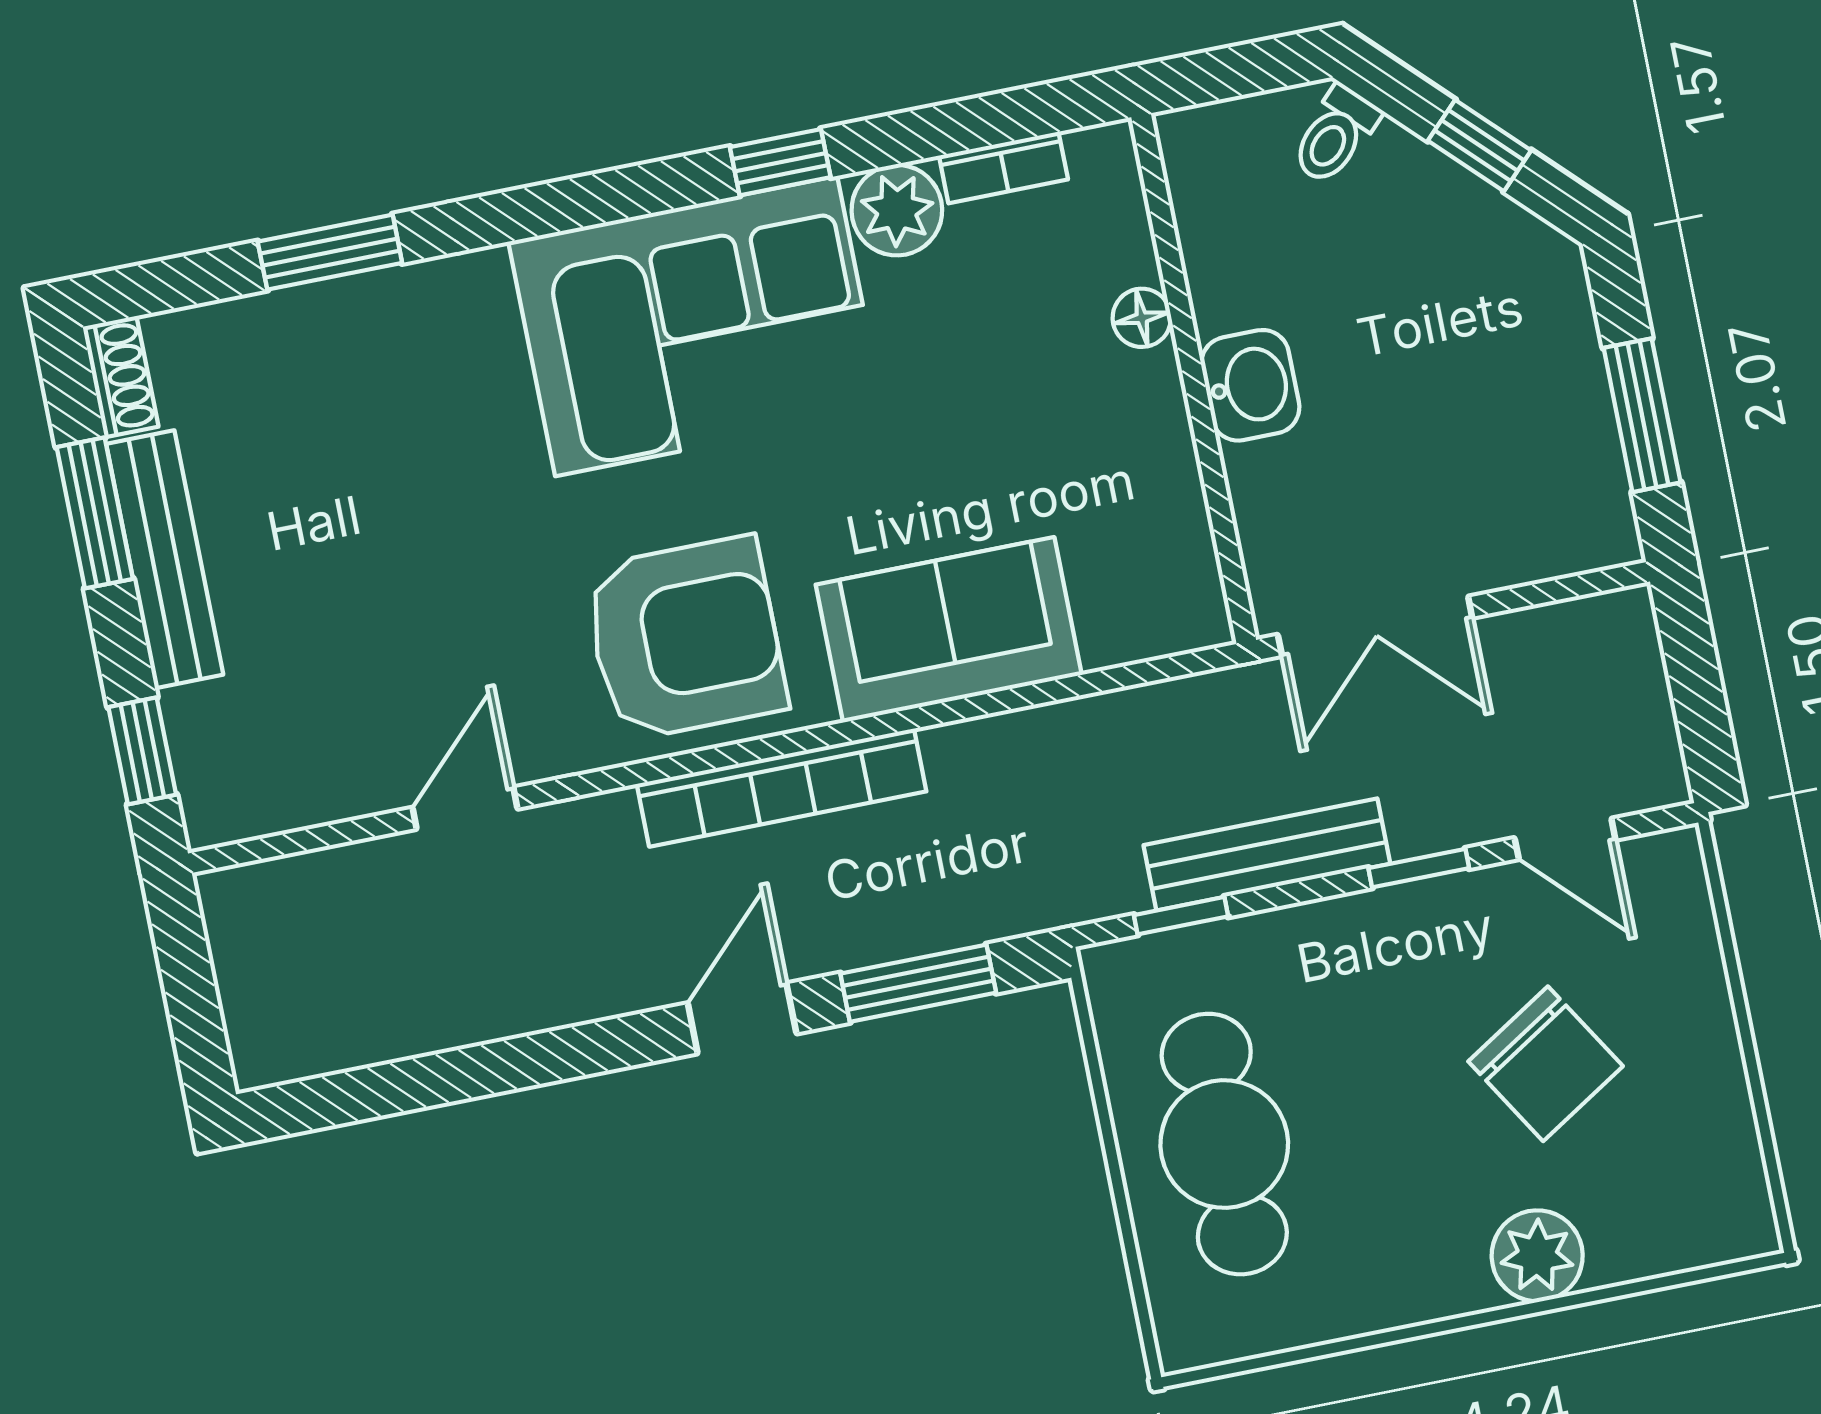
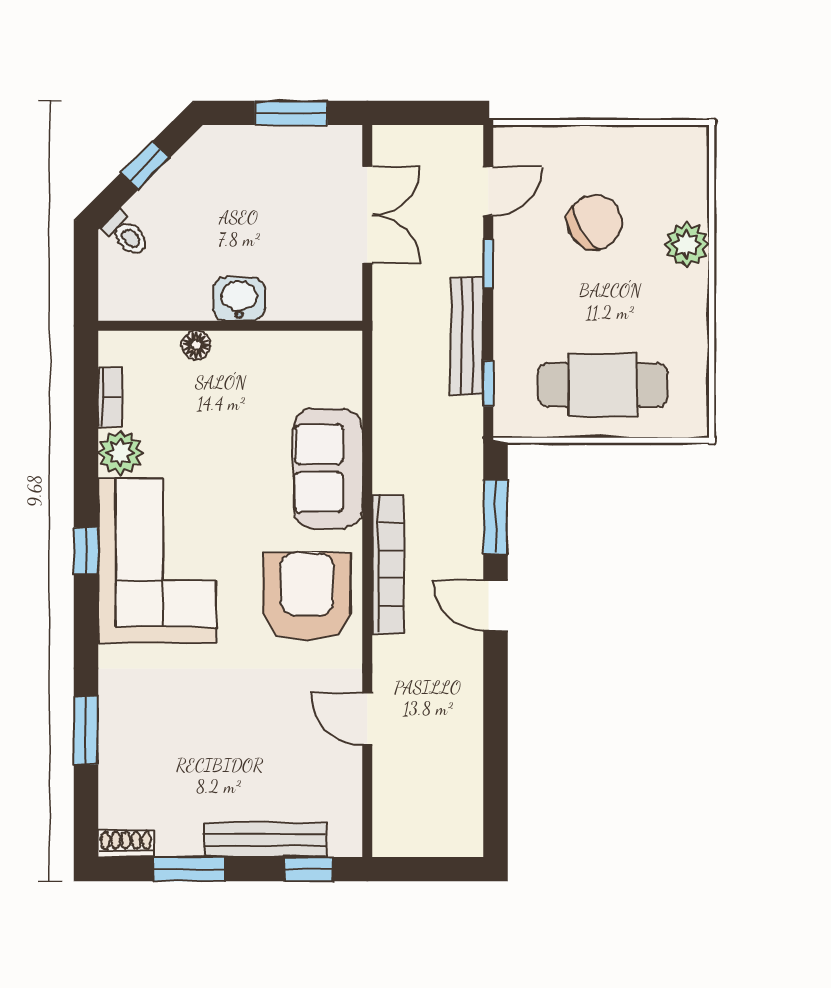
window: (780, 162) -> (86, 551), moved
bench: (165, 559) -> (265, 840), moved
double door: (1375, 626) -> (367, 215), moved

